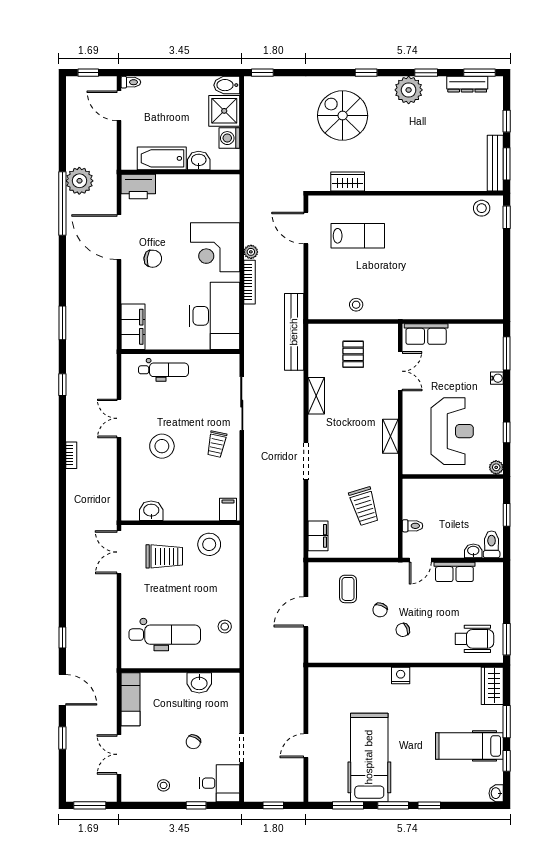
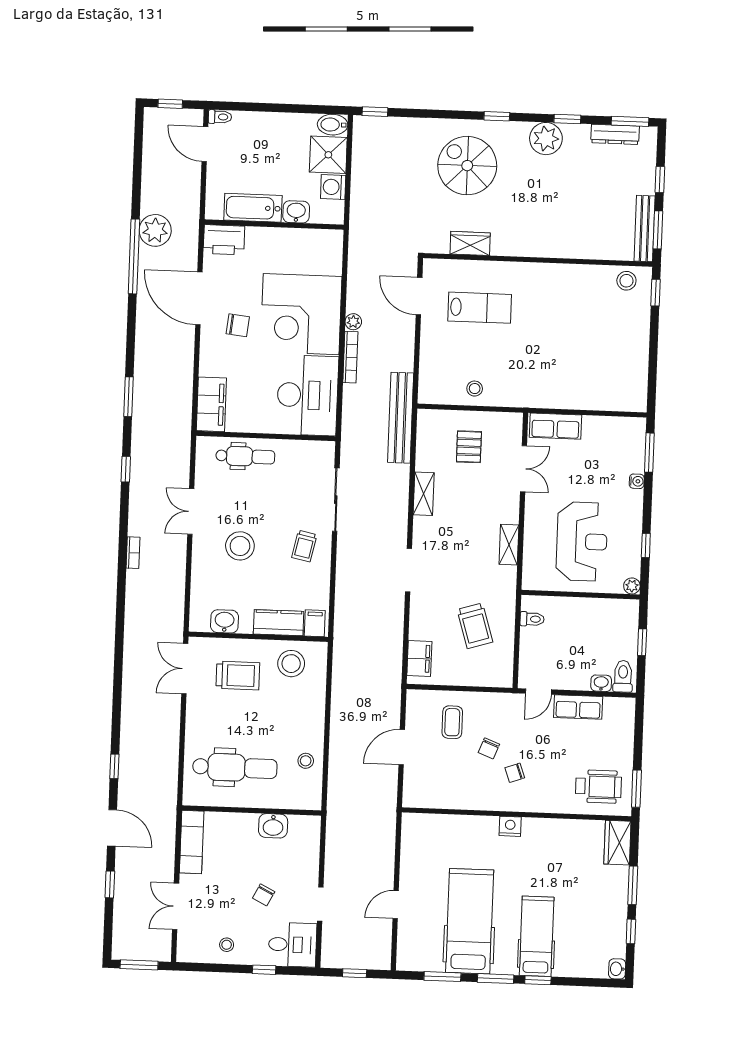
corner desk: (215, 247) -> (301, 314), width x1.36, depth x1.36
kitchen counter: (197, 510) -> (279, 623), added
toilet: (412, 526) -> (532, 619), moved
hospital bed: (469, 746) -> (537, 936), moved, turned 90

